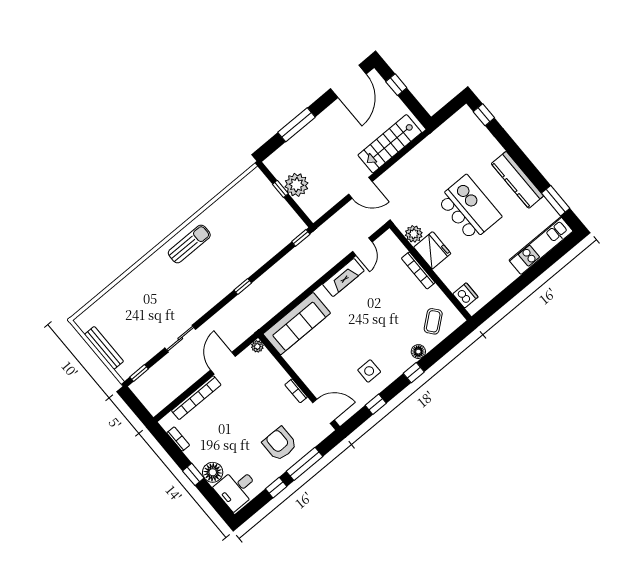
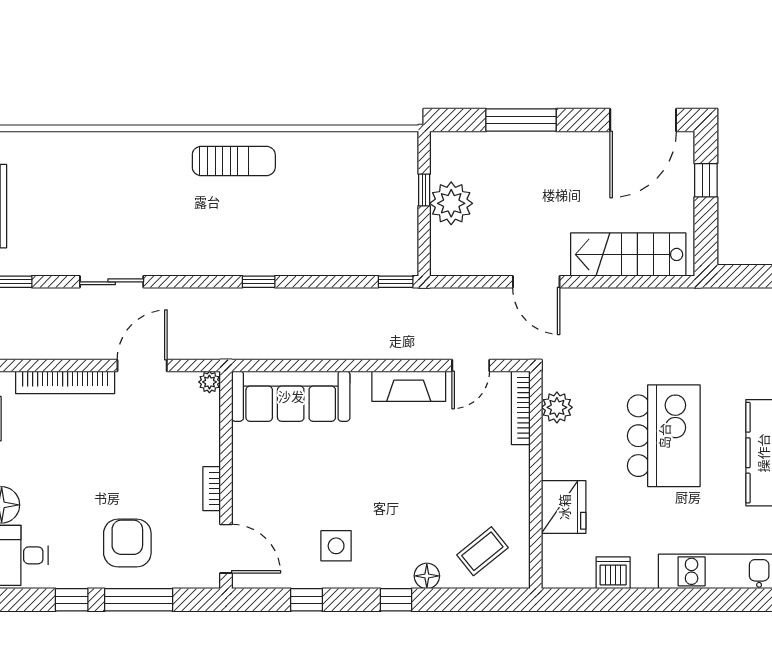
fridge: (432, 250) -> (564, 507), moved
bookcase: (418, 270) -> (521, 408), moved
dishwasher: (465, 295) -> (613, 573), moved, turned -90

